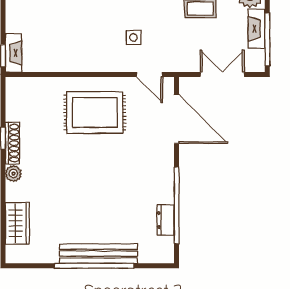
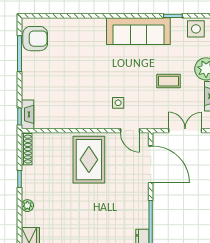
rug: (95, 113) -> (89, 160), turned 90
shoe rack: (12, 143) -> (27, 149), moved

